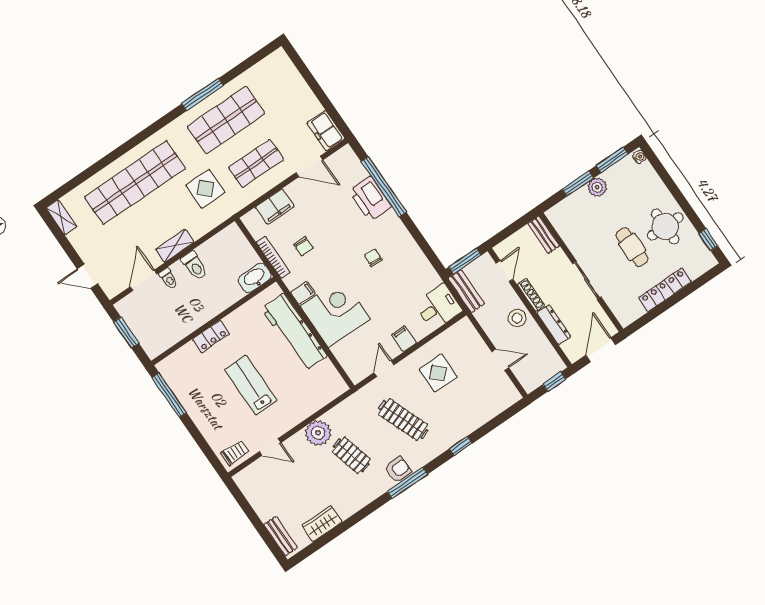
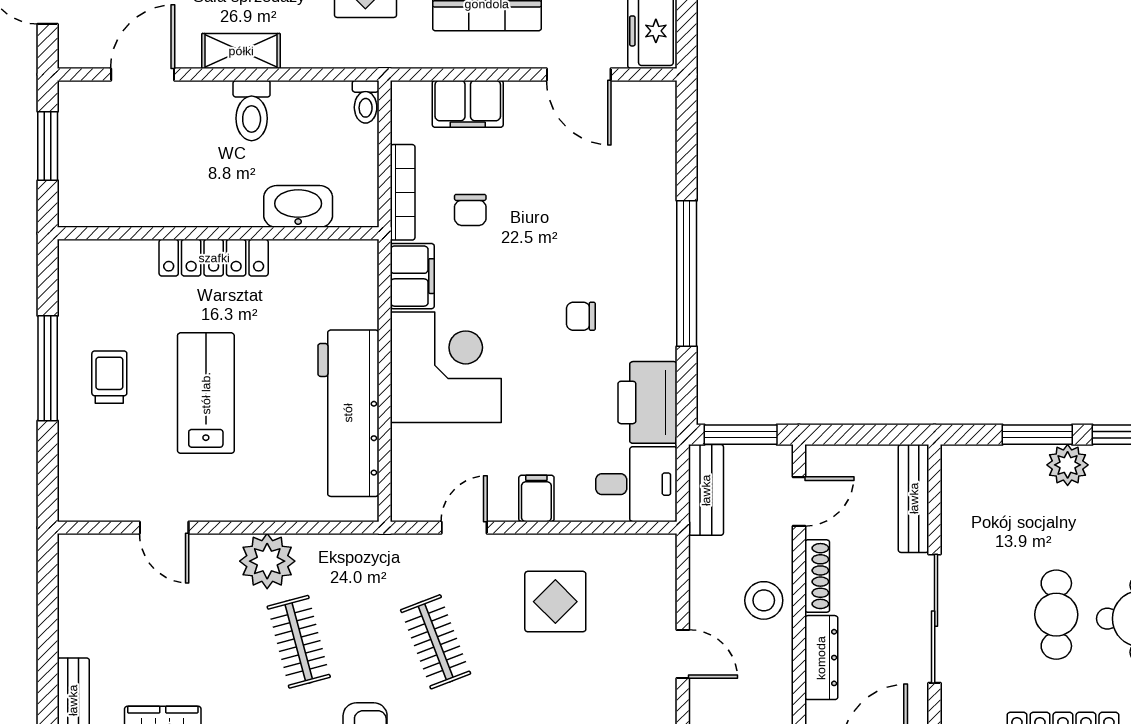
window: (384, 187) -> (687, 273), moved
printer: (370, 199) -> (648, 402), moved
bench: (544, 235) -> (914, 498), width x1.36
chair: (373, 258) -> (581, 316), turned -93
toilet: (168, 278) -> (366, 102), moved
washbasin: (255, 278) -> (298, 206), moved
sliding door: (587, 280) -> (935, 619), width x1.37
filing cabinet: (303, 293) -> (412, 276), width x2.00
workbench: (294, 332) -> (348, 413), moved
locker: (211, 337) -> (214, 258), width x1.53
window: (169, 395) -> (48, 368), moved
clothes rail: (403, 420) -> (436, 642), width x0.73
trolley: (235, 453) -> (109, 377), moved, turned -90

